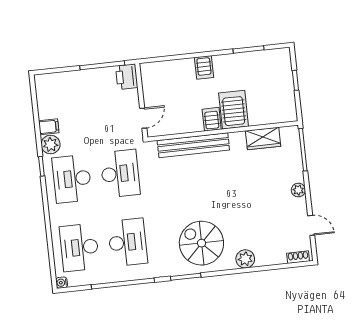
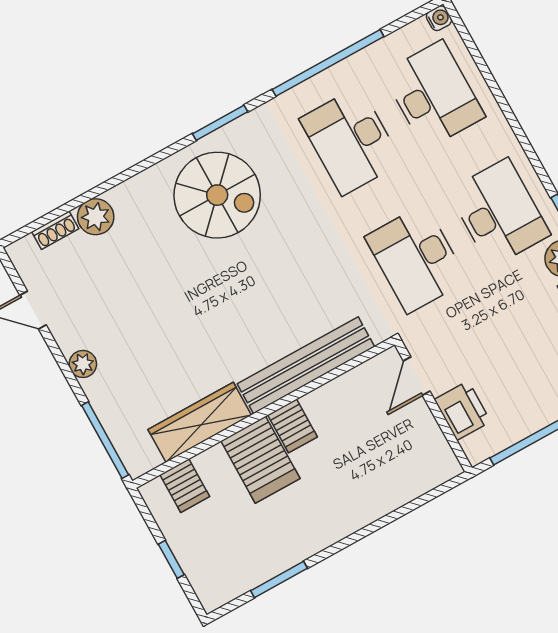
server rack: (204, 67) -> (185, 486), moved, turned 180
printer: (127, 77) -> (462, 411), moved
wardrobe: (263, 138) -> (200, 422), width x1.50
shoe rack: (298, 257) -> (55, 230), moved
plant: (245, 259) -> (96, 217), moved

